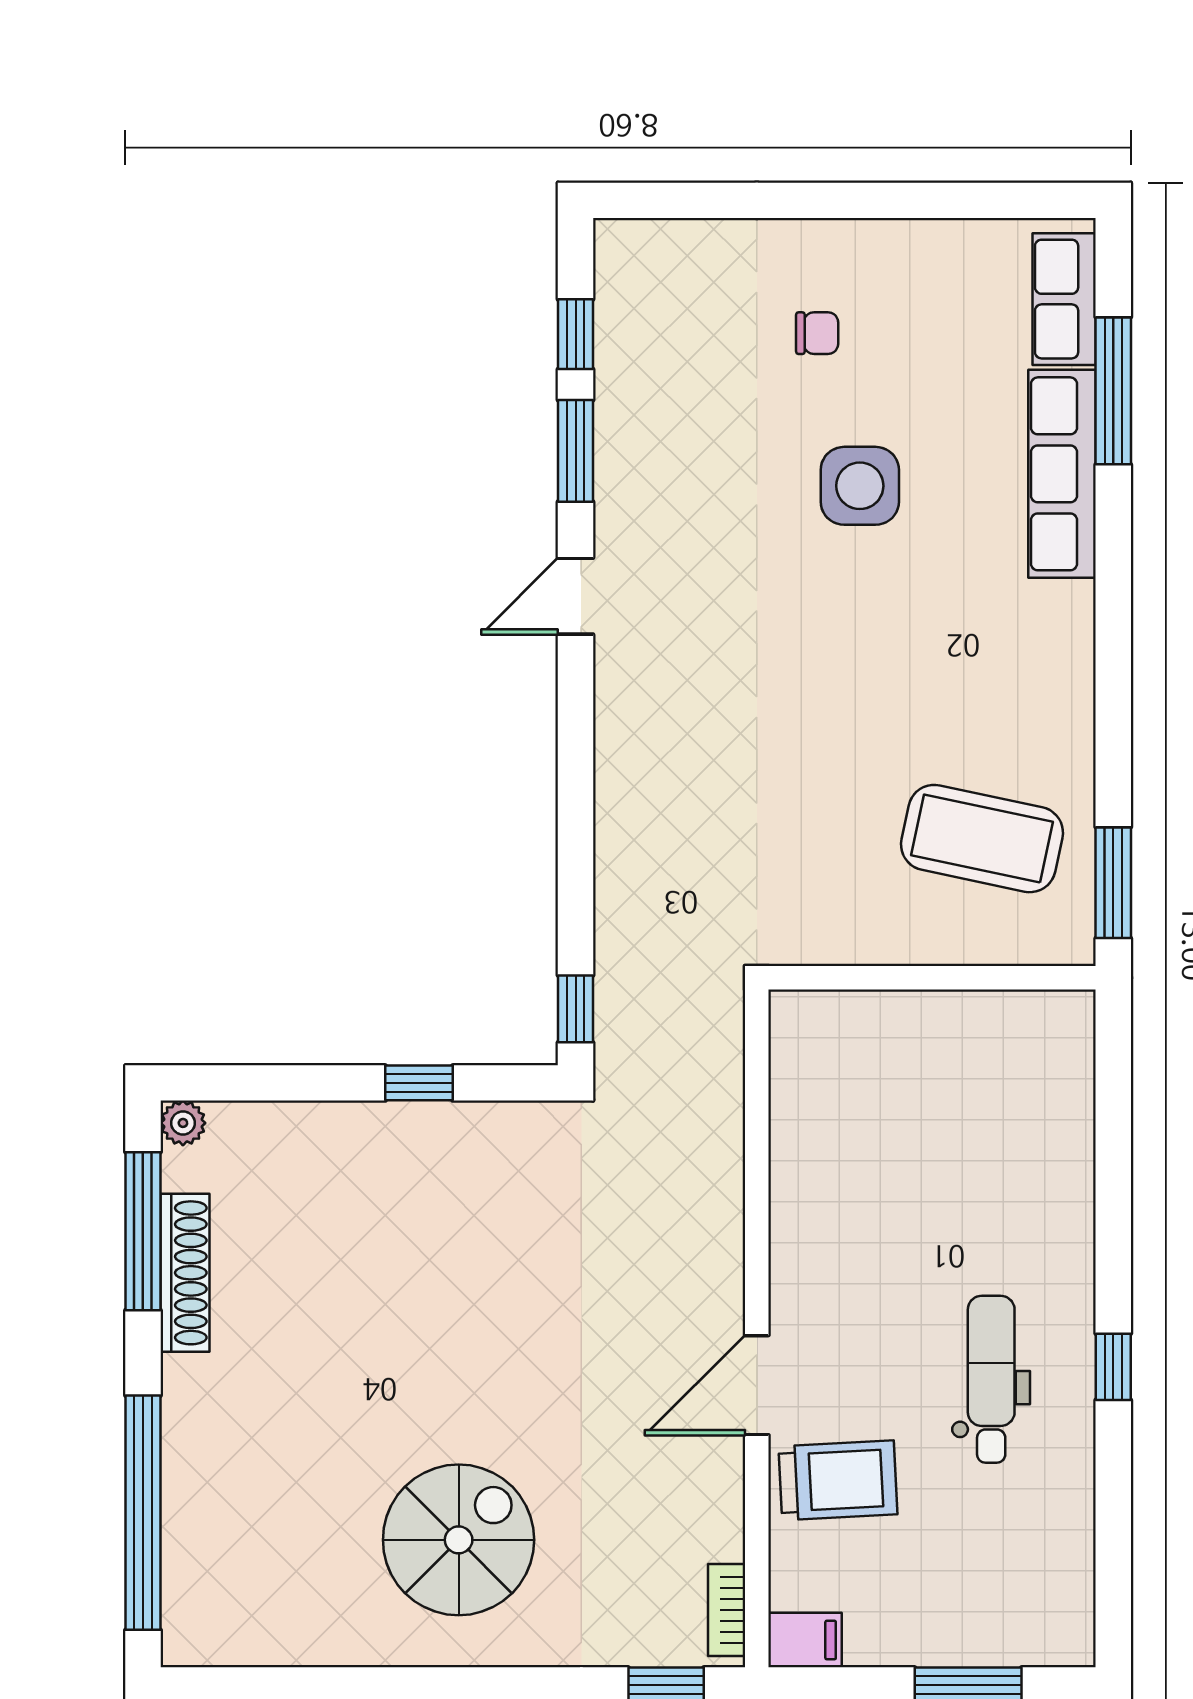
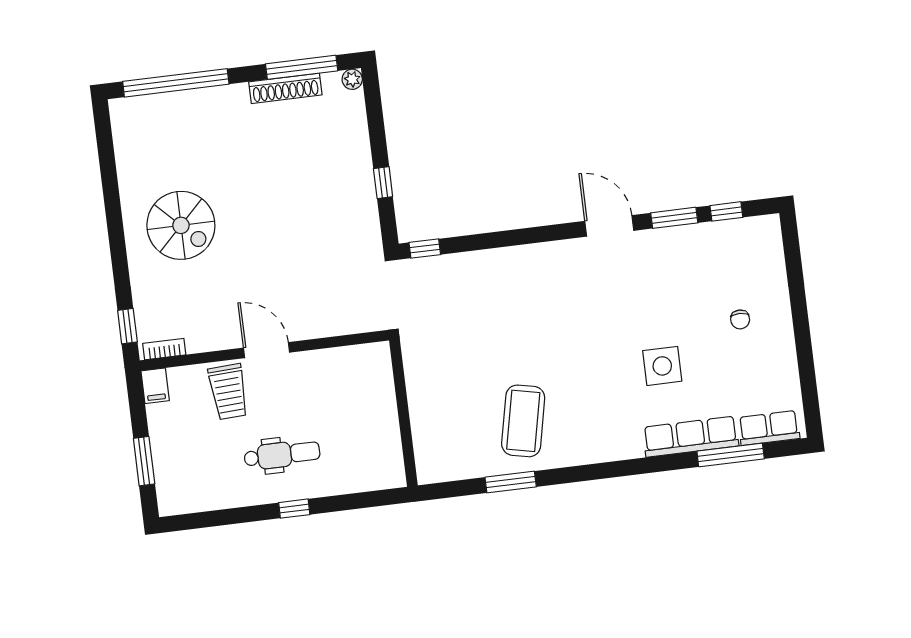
side table: (860, 486) -> (662, 366), moved
door: (576, 596) -> (609, 226), width x1.37
wall: (932, 978) -> (403, 413), moved

